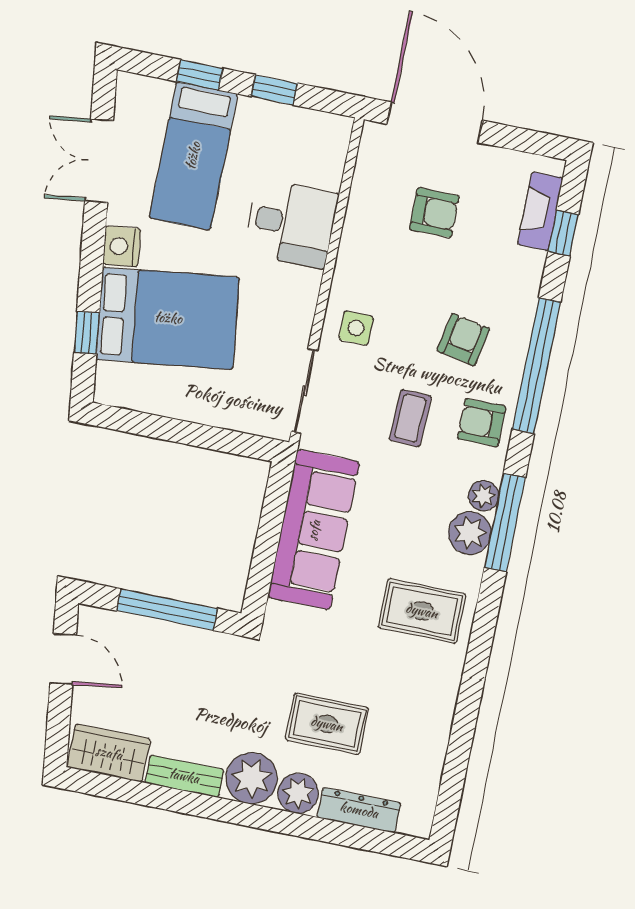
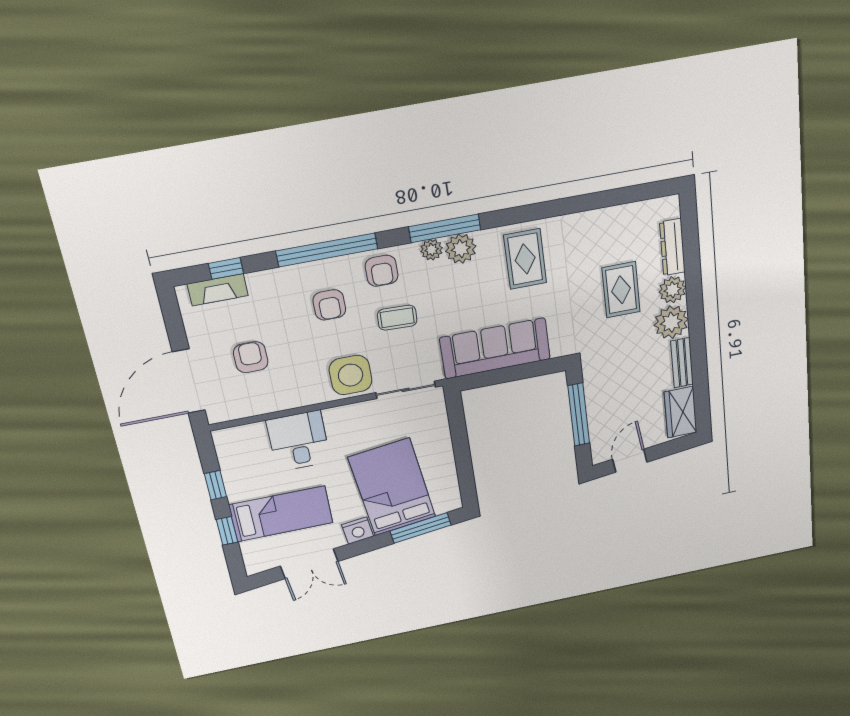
side table: (356, 328) -> (351, 375), width x1.87, depth x1.87
window: (87, 333) -> (421, 528), width x2.17
armchair: (463, 339) -> (329, 305), turned -101

